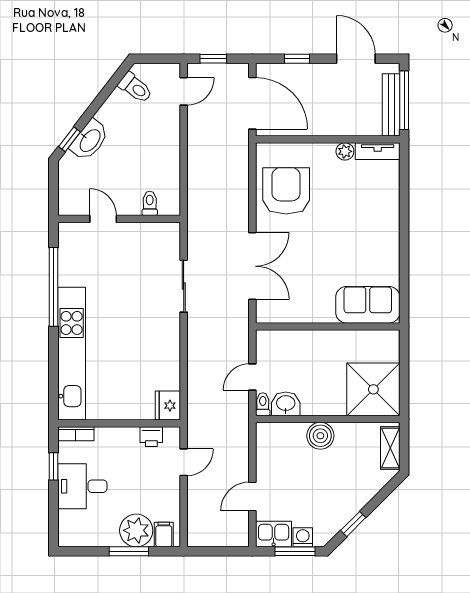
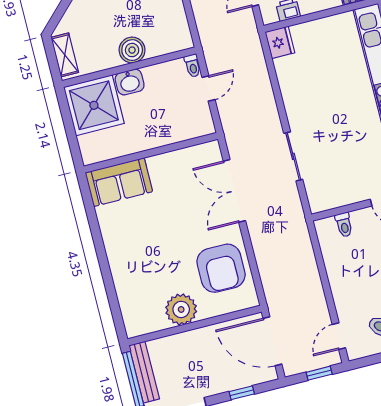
plant: (345, 151) -> (181, 309), width x1.87, depth x1.87
tv unit: (378, 151) -> (146, 326), removed
washbasin: (286, 404) -> (130, 82), moved

